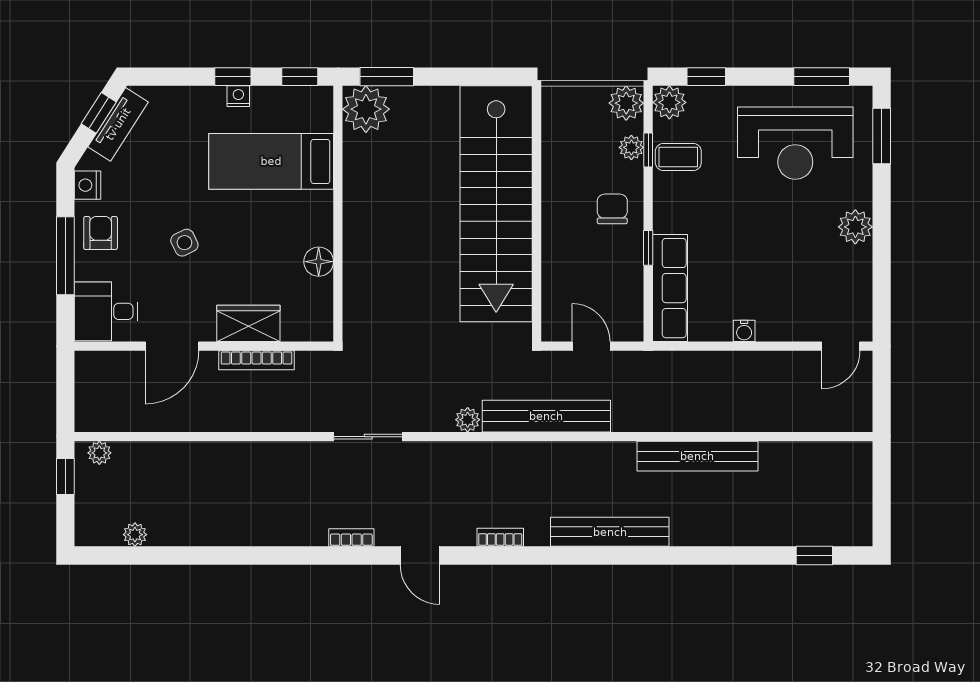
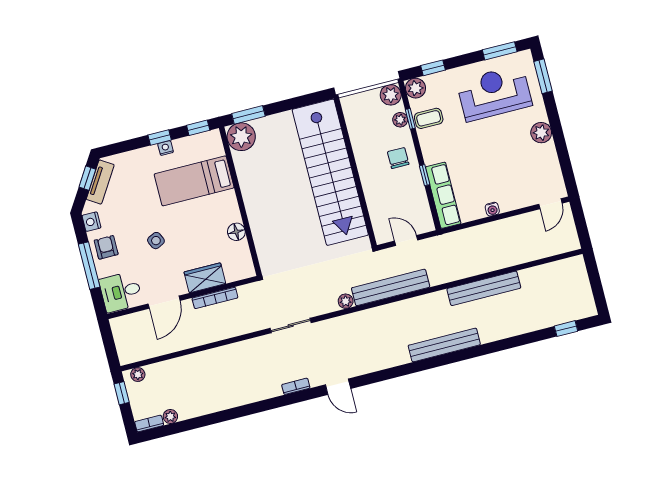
reception desk: (795, 143) -> (494, 93), turned 180
bookcase: (500, 537) -> (149, 424), moved

